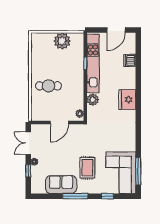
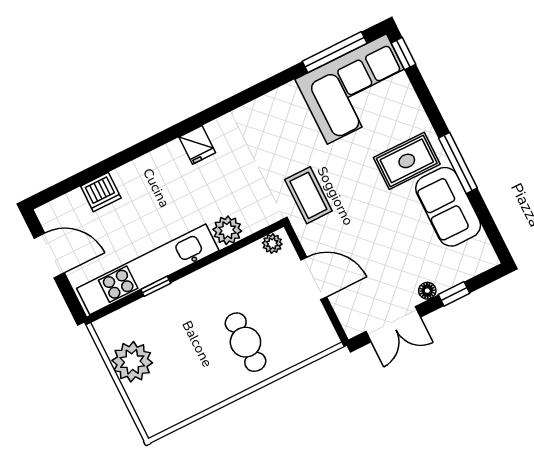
fridge: (127, 100) -> (197, 145), width x0.53, depth x0.75
coffee table: (91, 136) -> (308, 195), added
rug: (87, 168) -> (407, 161), moved
window: (108, 196) -> (403, 54), moved

